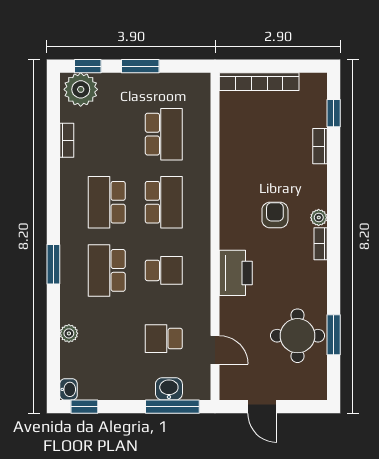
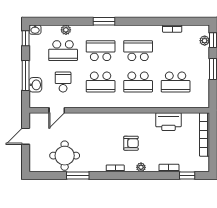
plant: (81, 89) -> (205, 41), width x0.53, depth x0.53
plant: (319, 218) -> (141, 167), moved
school desk: (164, 270) -> (101, 82), width x1.85
printer: (236, 273) -> (168, 122), moved
window: (334, 335) -> (78, 175), moved
school desk: (107, 339) -> (63, 51), added
window: (172, 407) -> (26, 76), moved

